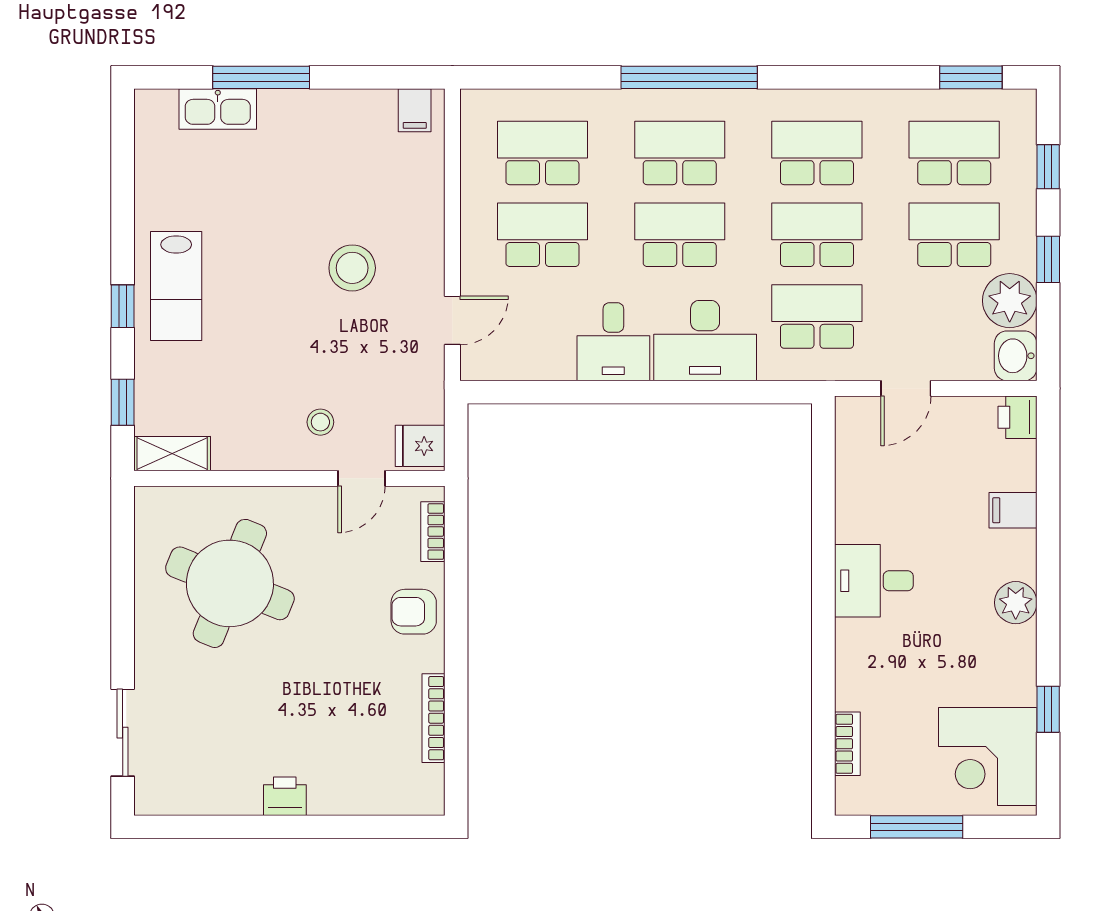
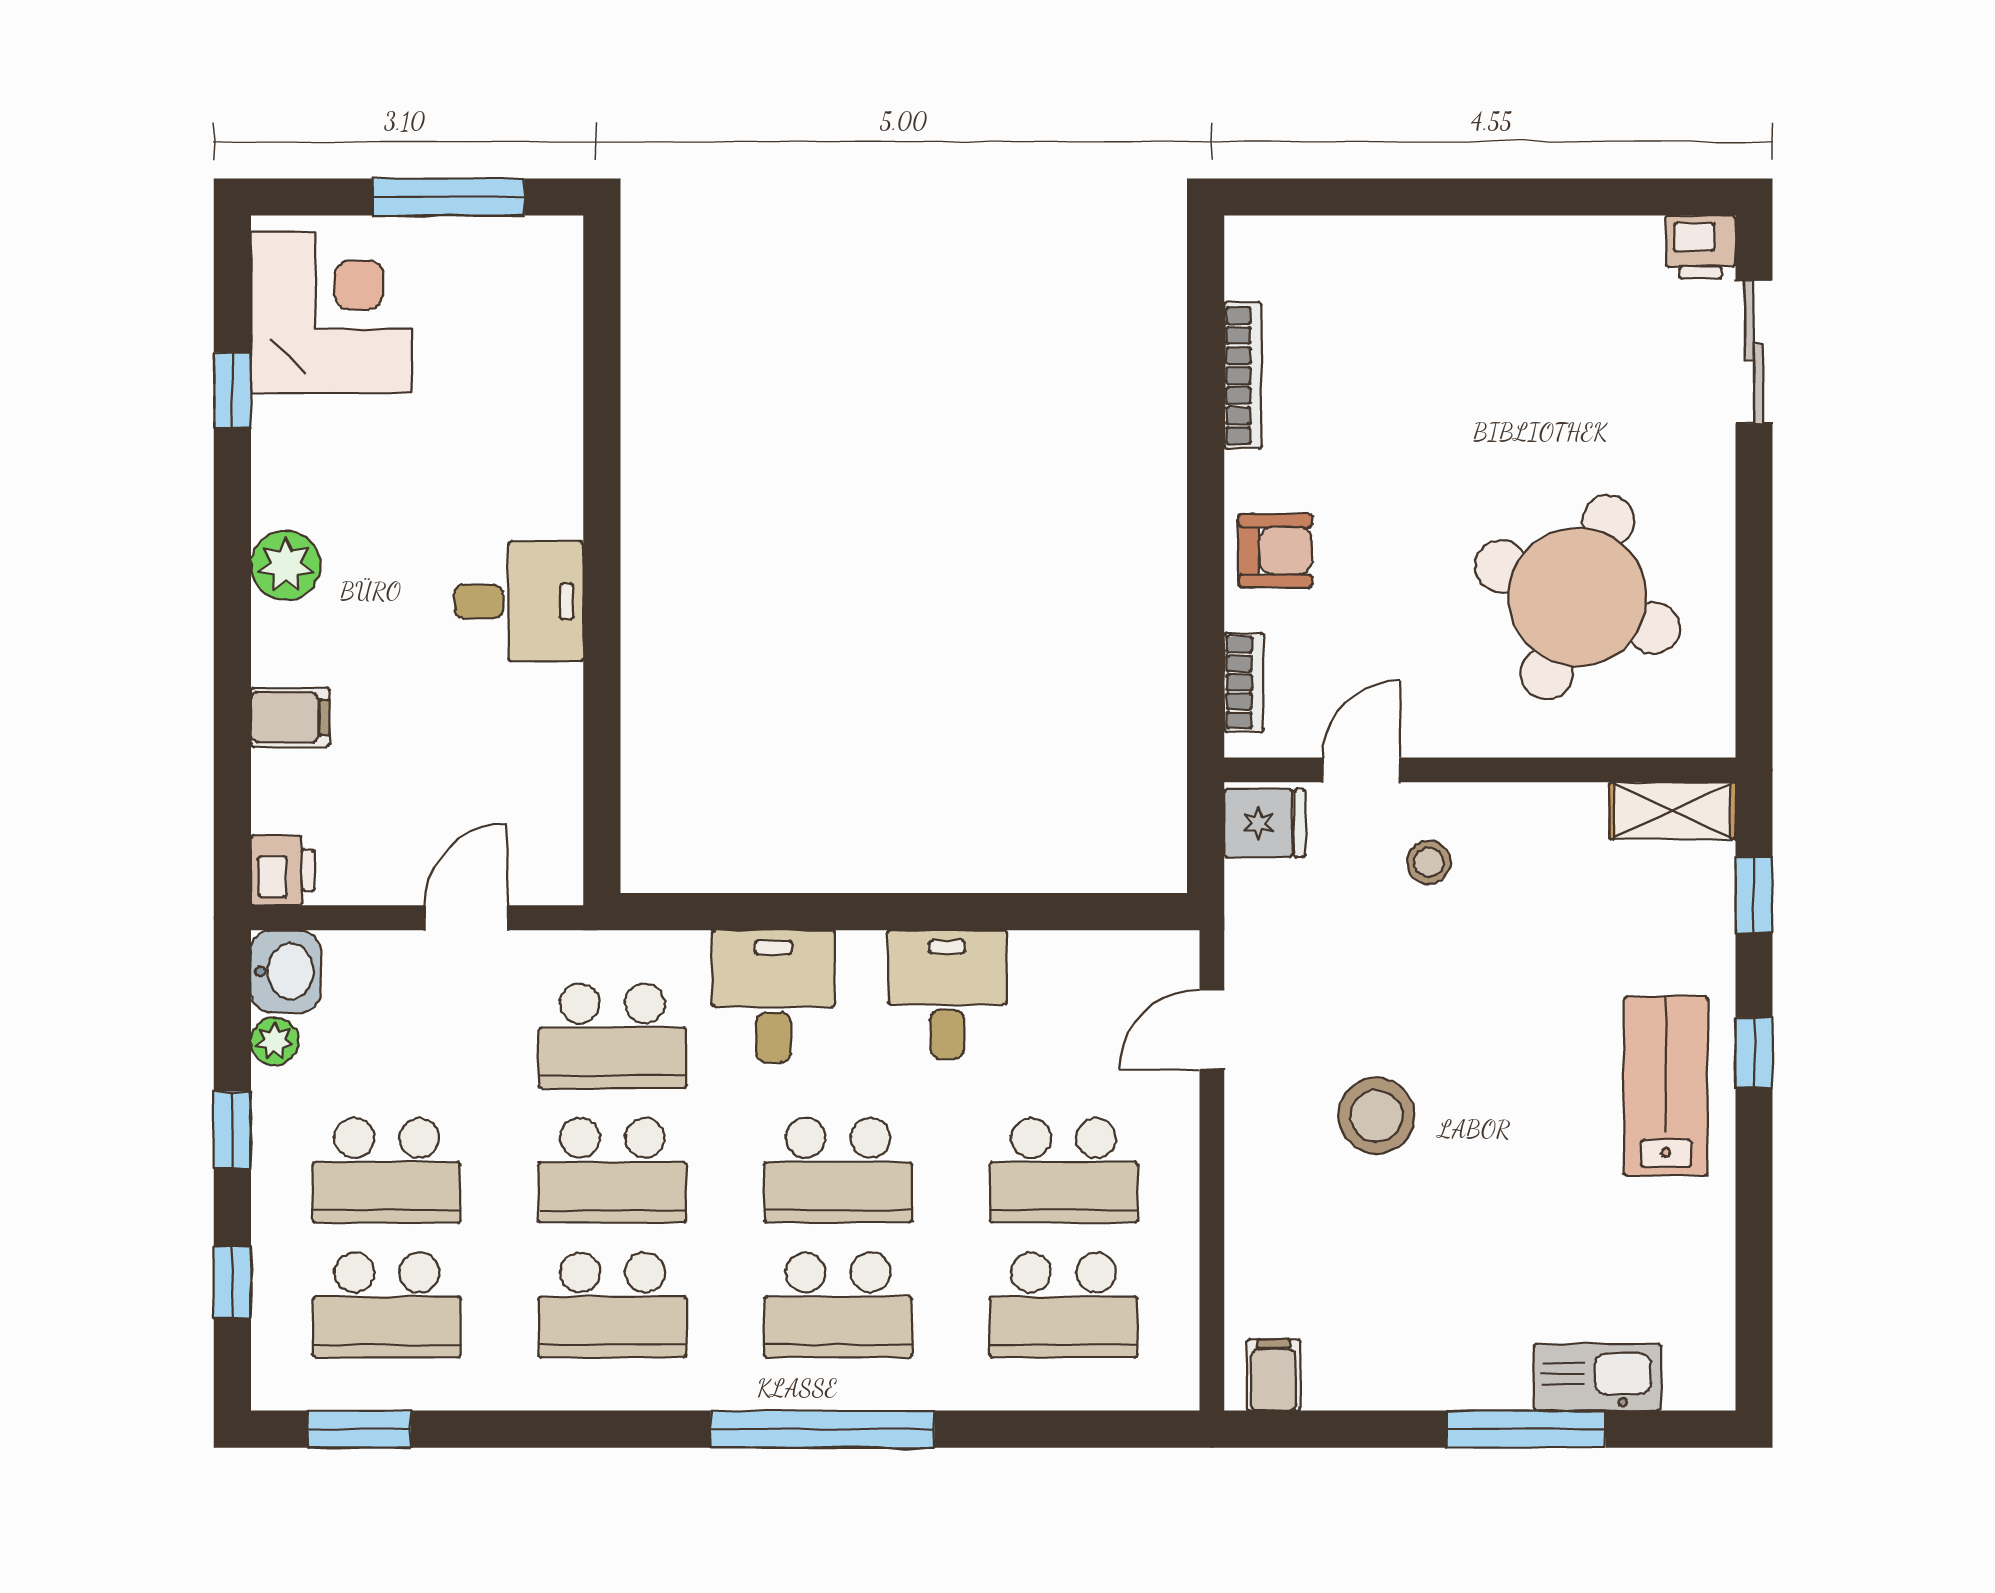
plant: (1010, 301) -> (275, 1041), width x0.53, depth x0.53
desk: (705, 341) -> (773, 996), width x0.73
bookcase: (847, 744) -> (562, 333), removed
printer: (285, 796) -> (1701, 247), moved

